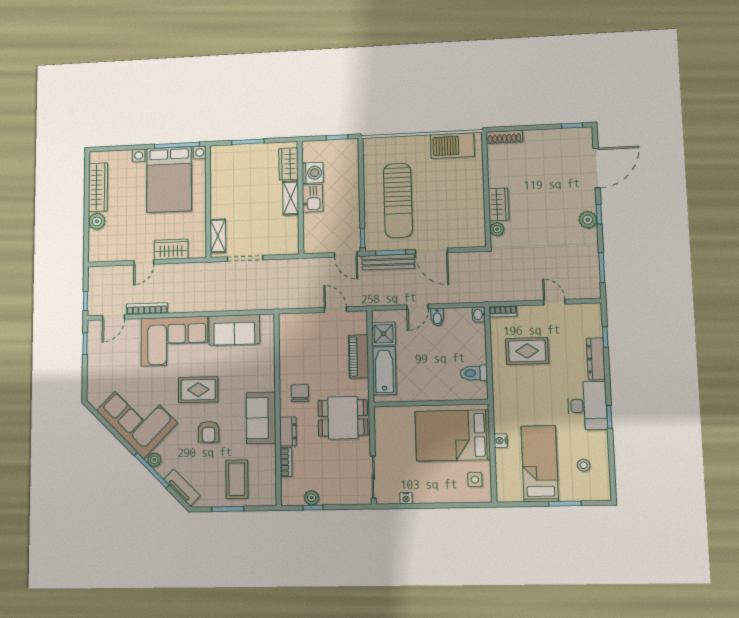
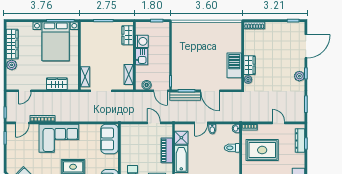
barbecue: (452, 146) -> (234, 65), moved, turned 90
shelving: (291, 198) -> (129, 75), moved
sun lounger: (398, 200) -> (192, 60), removed
boiler: (322, 246) -> (147, 85), added
door: (144, 262) -> (25, 91), moved
sofa: (234, 330) -> (110, 139), moved, turned 90
rug: (527, 351) -> (262, 150), width x1.36, depth x1.43
dresser: (596, 359) -> (300, 140), moved
toilet: (474, 373) -> (232, 148), moved

